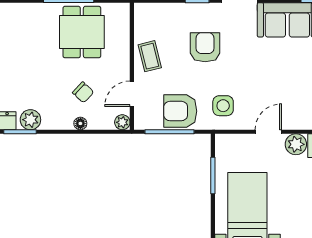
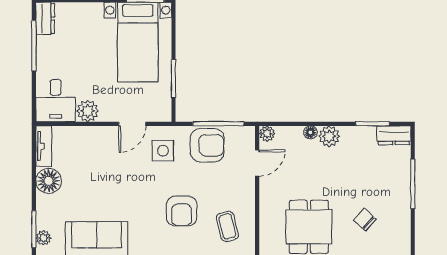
coffee table: (150, 56) -> (227, 226), moved
chair: (83, 92) -> (365, 220), moved
plant: (30, 120) -> (329, 136), moved
door: (268, 132) -> (132, 124), moved

